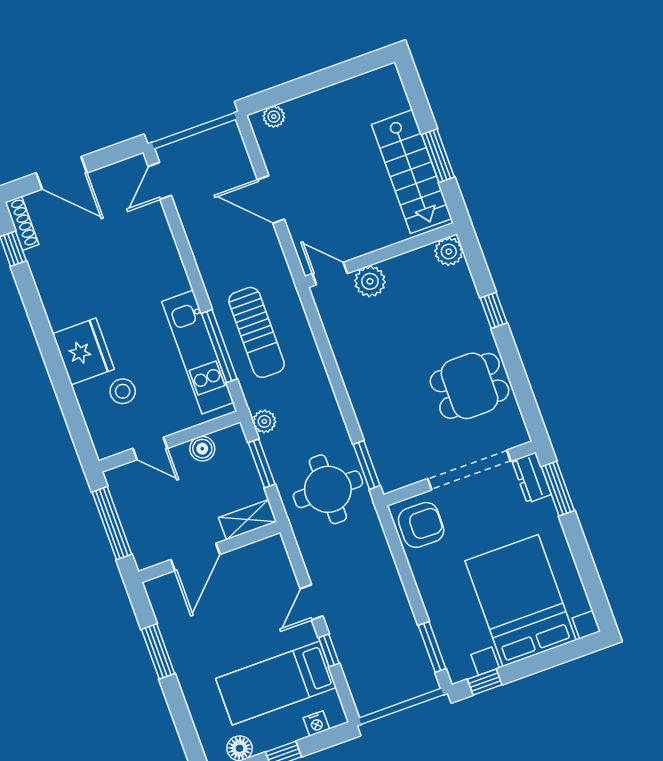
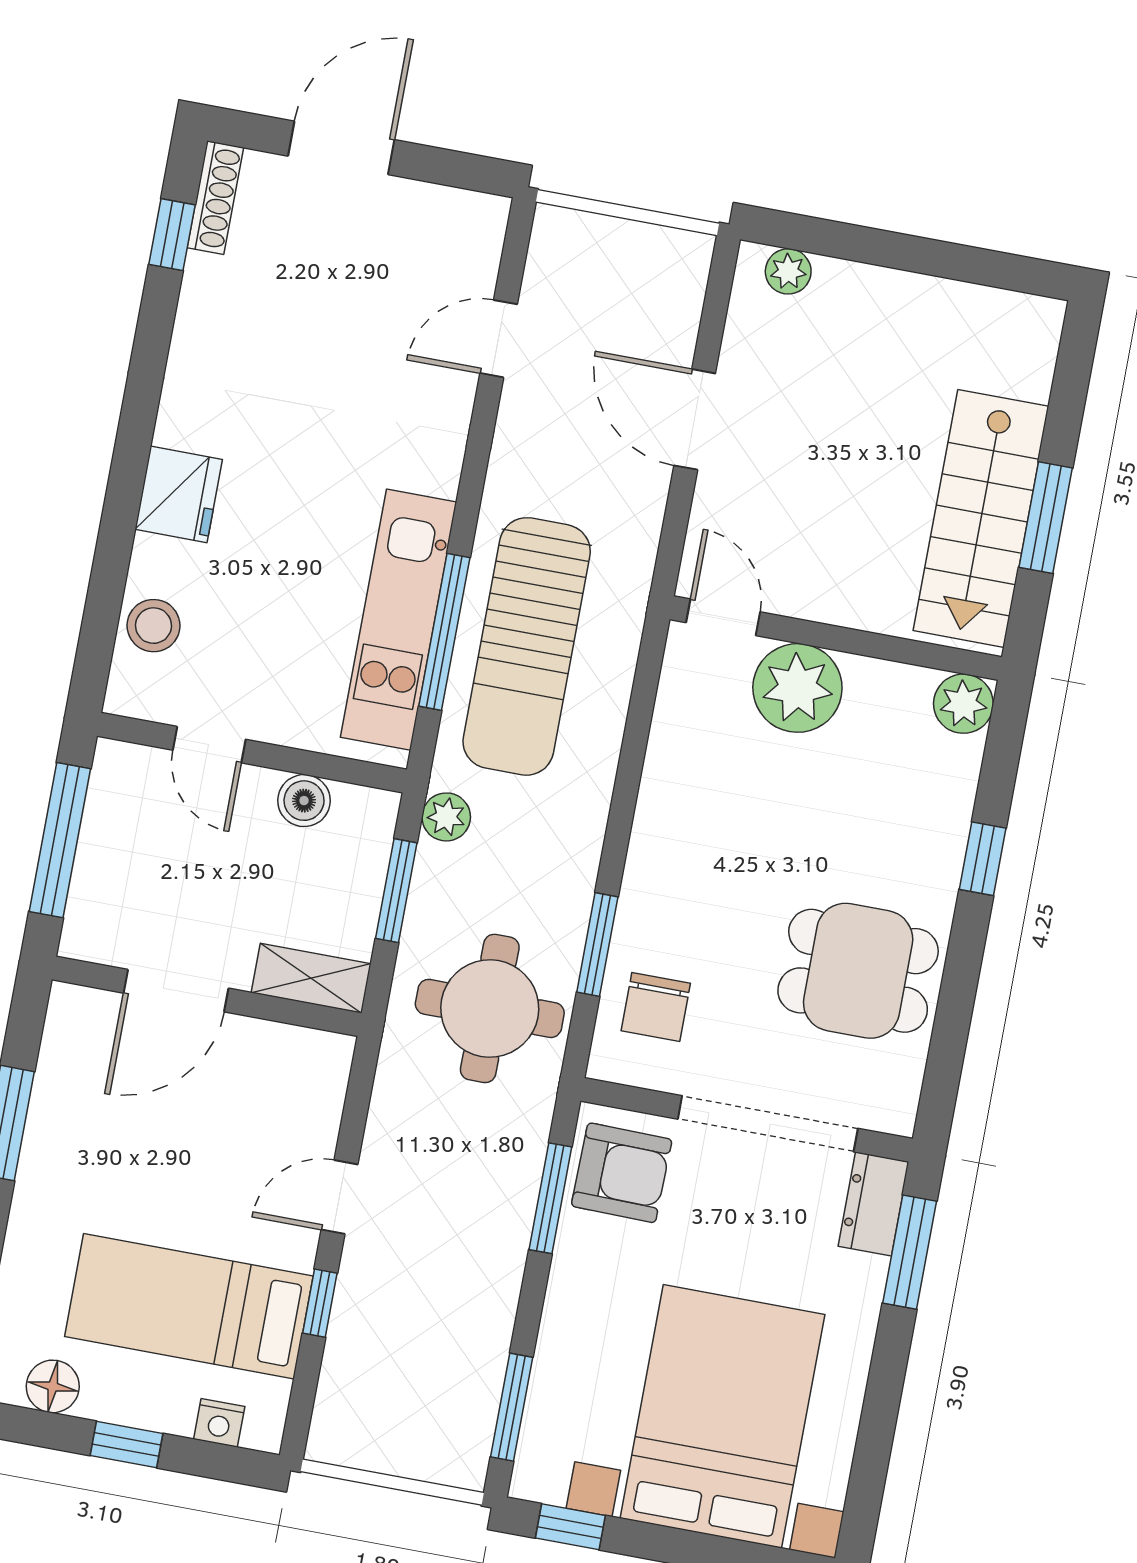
door: (62, 173) -> (341, 148), swing flipped
door: (160, 181) -> (499, 339), moved
plant: (370, 281) -> (797, 688), width x1.36, depth x1.36
sun lounger: (256, 332) -> (527, 646), width x1.36, depth x1.34
fridge: (83, 351) -> (179, 494), width x0.73, depth x0.75
stool: (123, 391) -> (154, 626), moved
chair: (395, 449) -> (656, 1007), added
window: (367, 465) -> (597, 944), moved
window: (398, 552) -> (550, 1198), added

